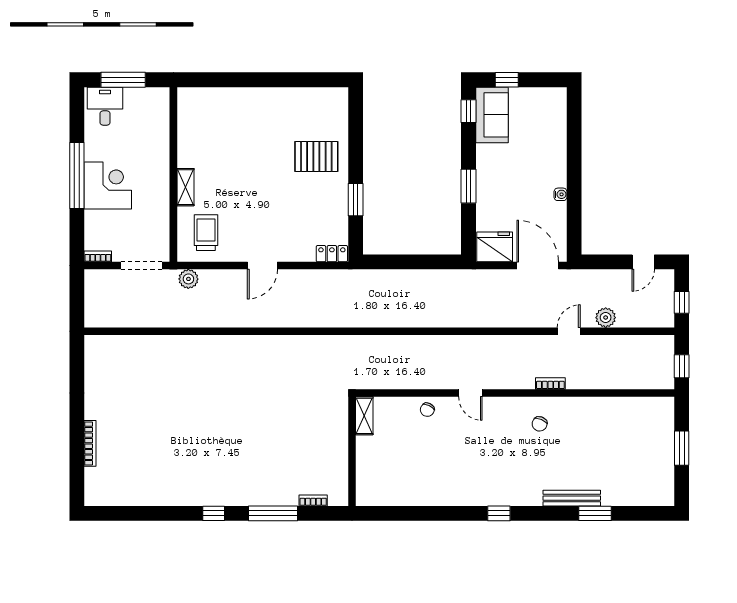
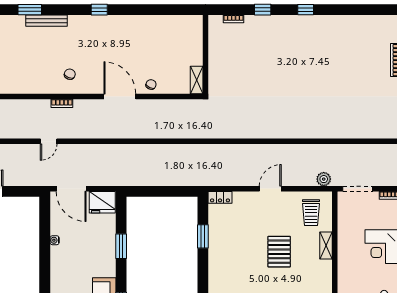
pallet: (316, 157) -> (279, 252), moved, turned 90
plant: (606, 318) -> (22, 151), removed
door: (470, 393) -> (120, 97), width x1.88
window: (273, 513) -> (263, 10), width x0.46

